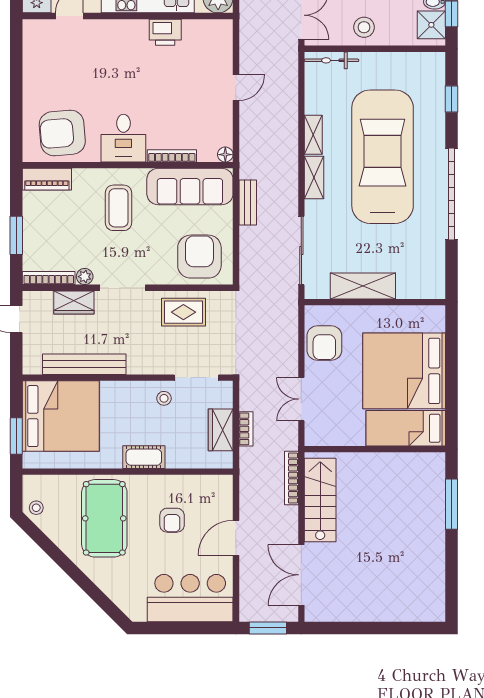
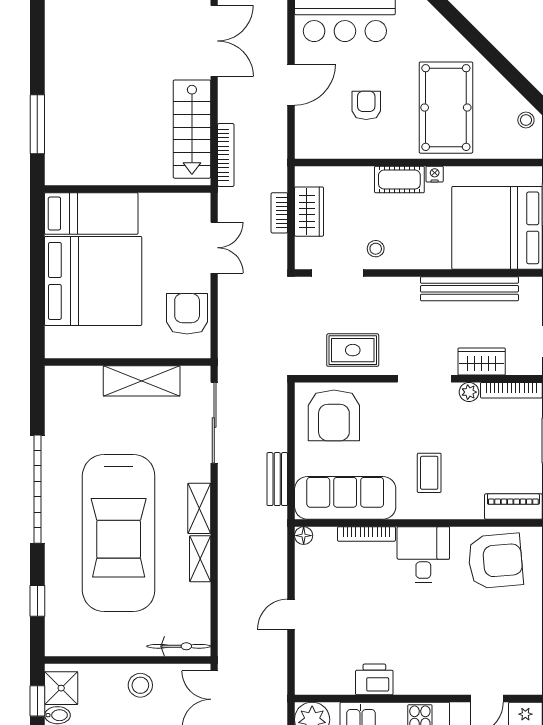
coffee table: (118, 208) -> (429, 473), width x0.73, depth x0.77
nightstand: (114, 462) -> (435, 174), added

